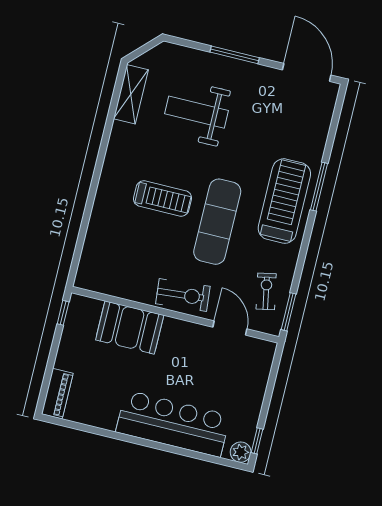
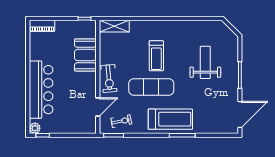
shelving: (131, 94) -> (114, 26), moved

